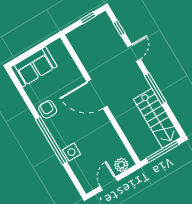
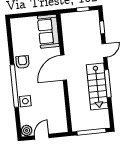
sofa: (34, 67) -> (48, 31), moved, turned 90
door: (97, 94) -> (64, 68), hinge flipped
stairs: (157, 118) -> (97, 87), moved
plant: (121, 165) -> (27, 130), moved

